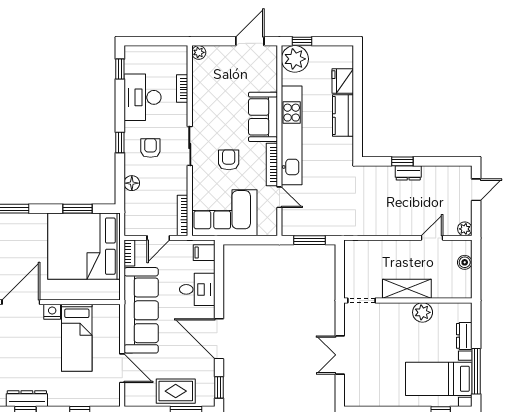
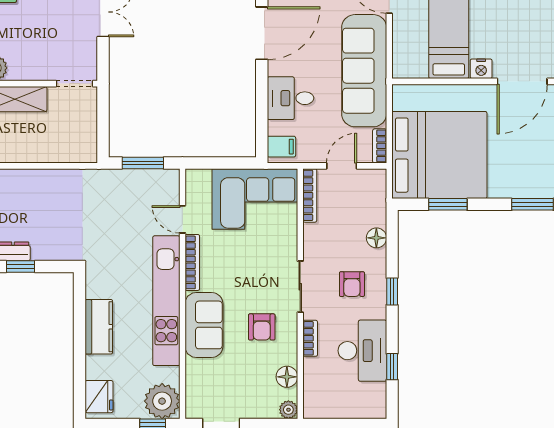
window: (120, 69) -> (392, 367), moved
floor lamp: (200, 77) -> (287, 377), added
fridge: (343, 81) -> (99, 397), moved
bookcase: (182, 88) -> (310, 338), moved
armchair: (229, 160) -> (262, 327), moved
door: (219, 339) -> (262, 33), hinge flipped

